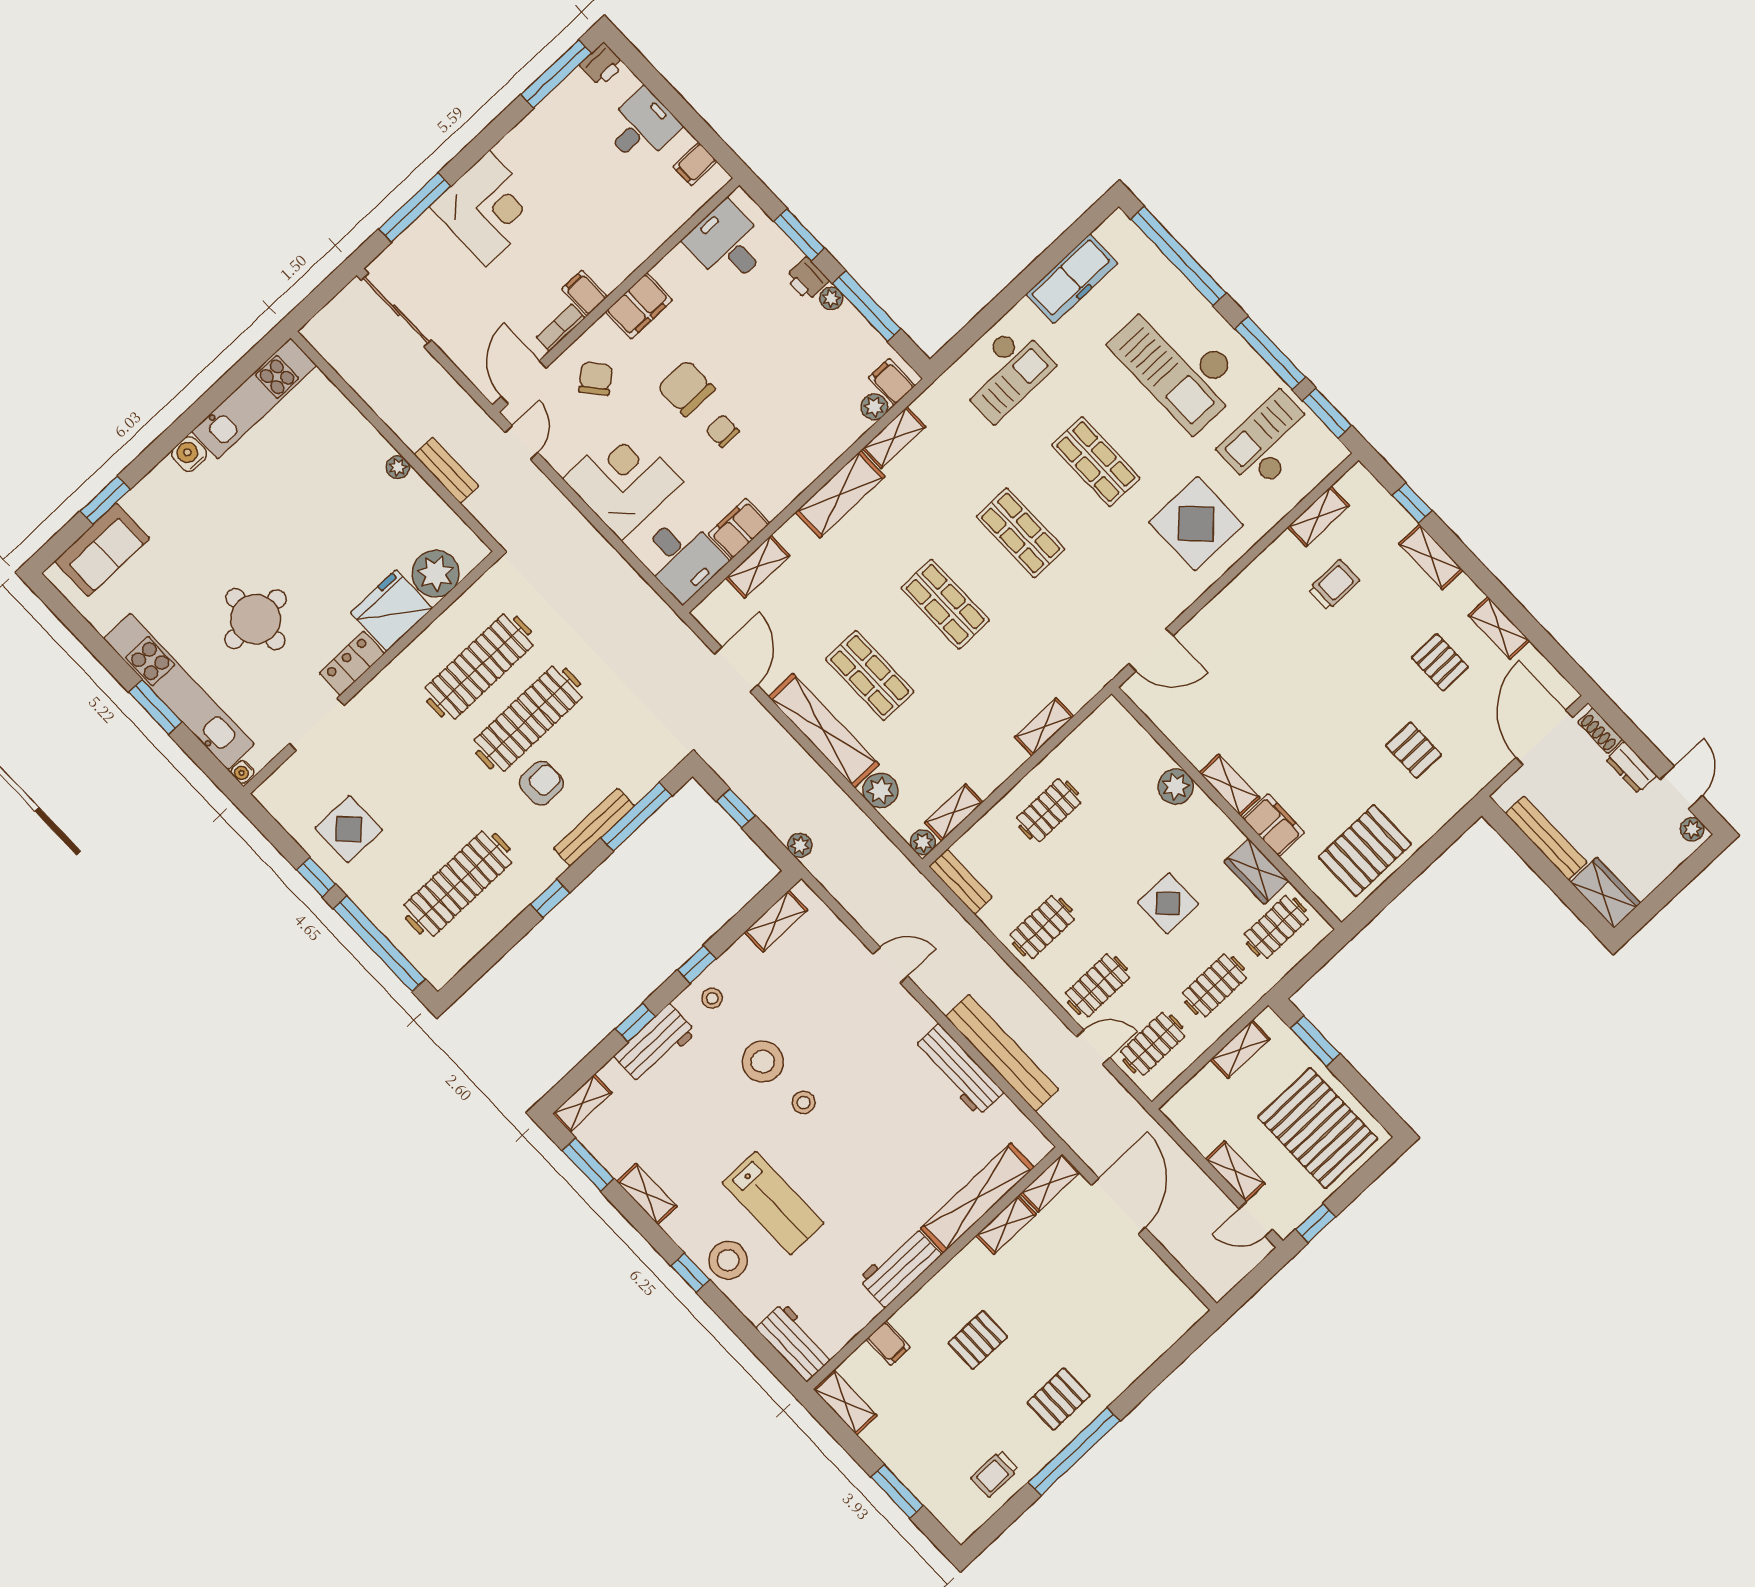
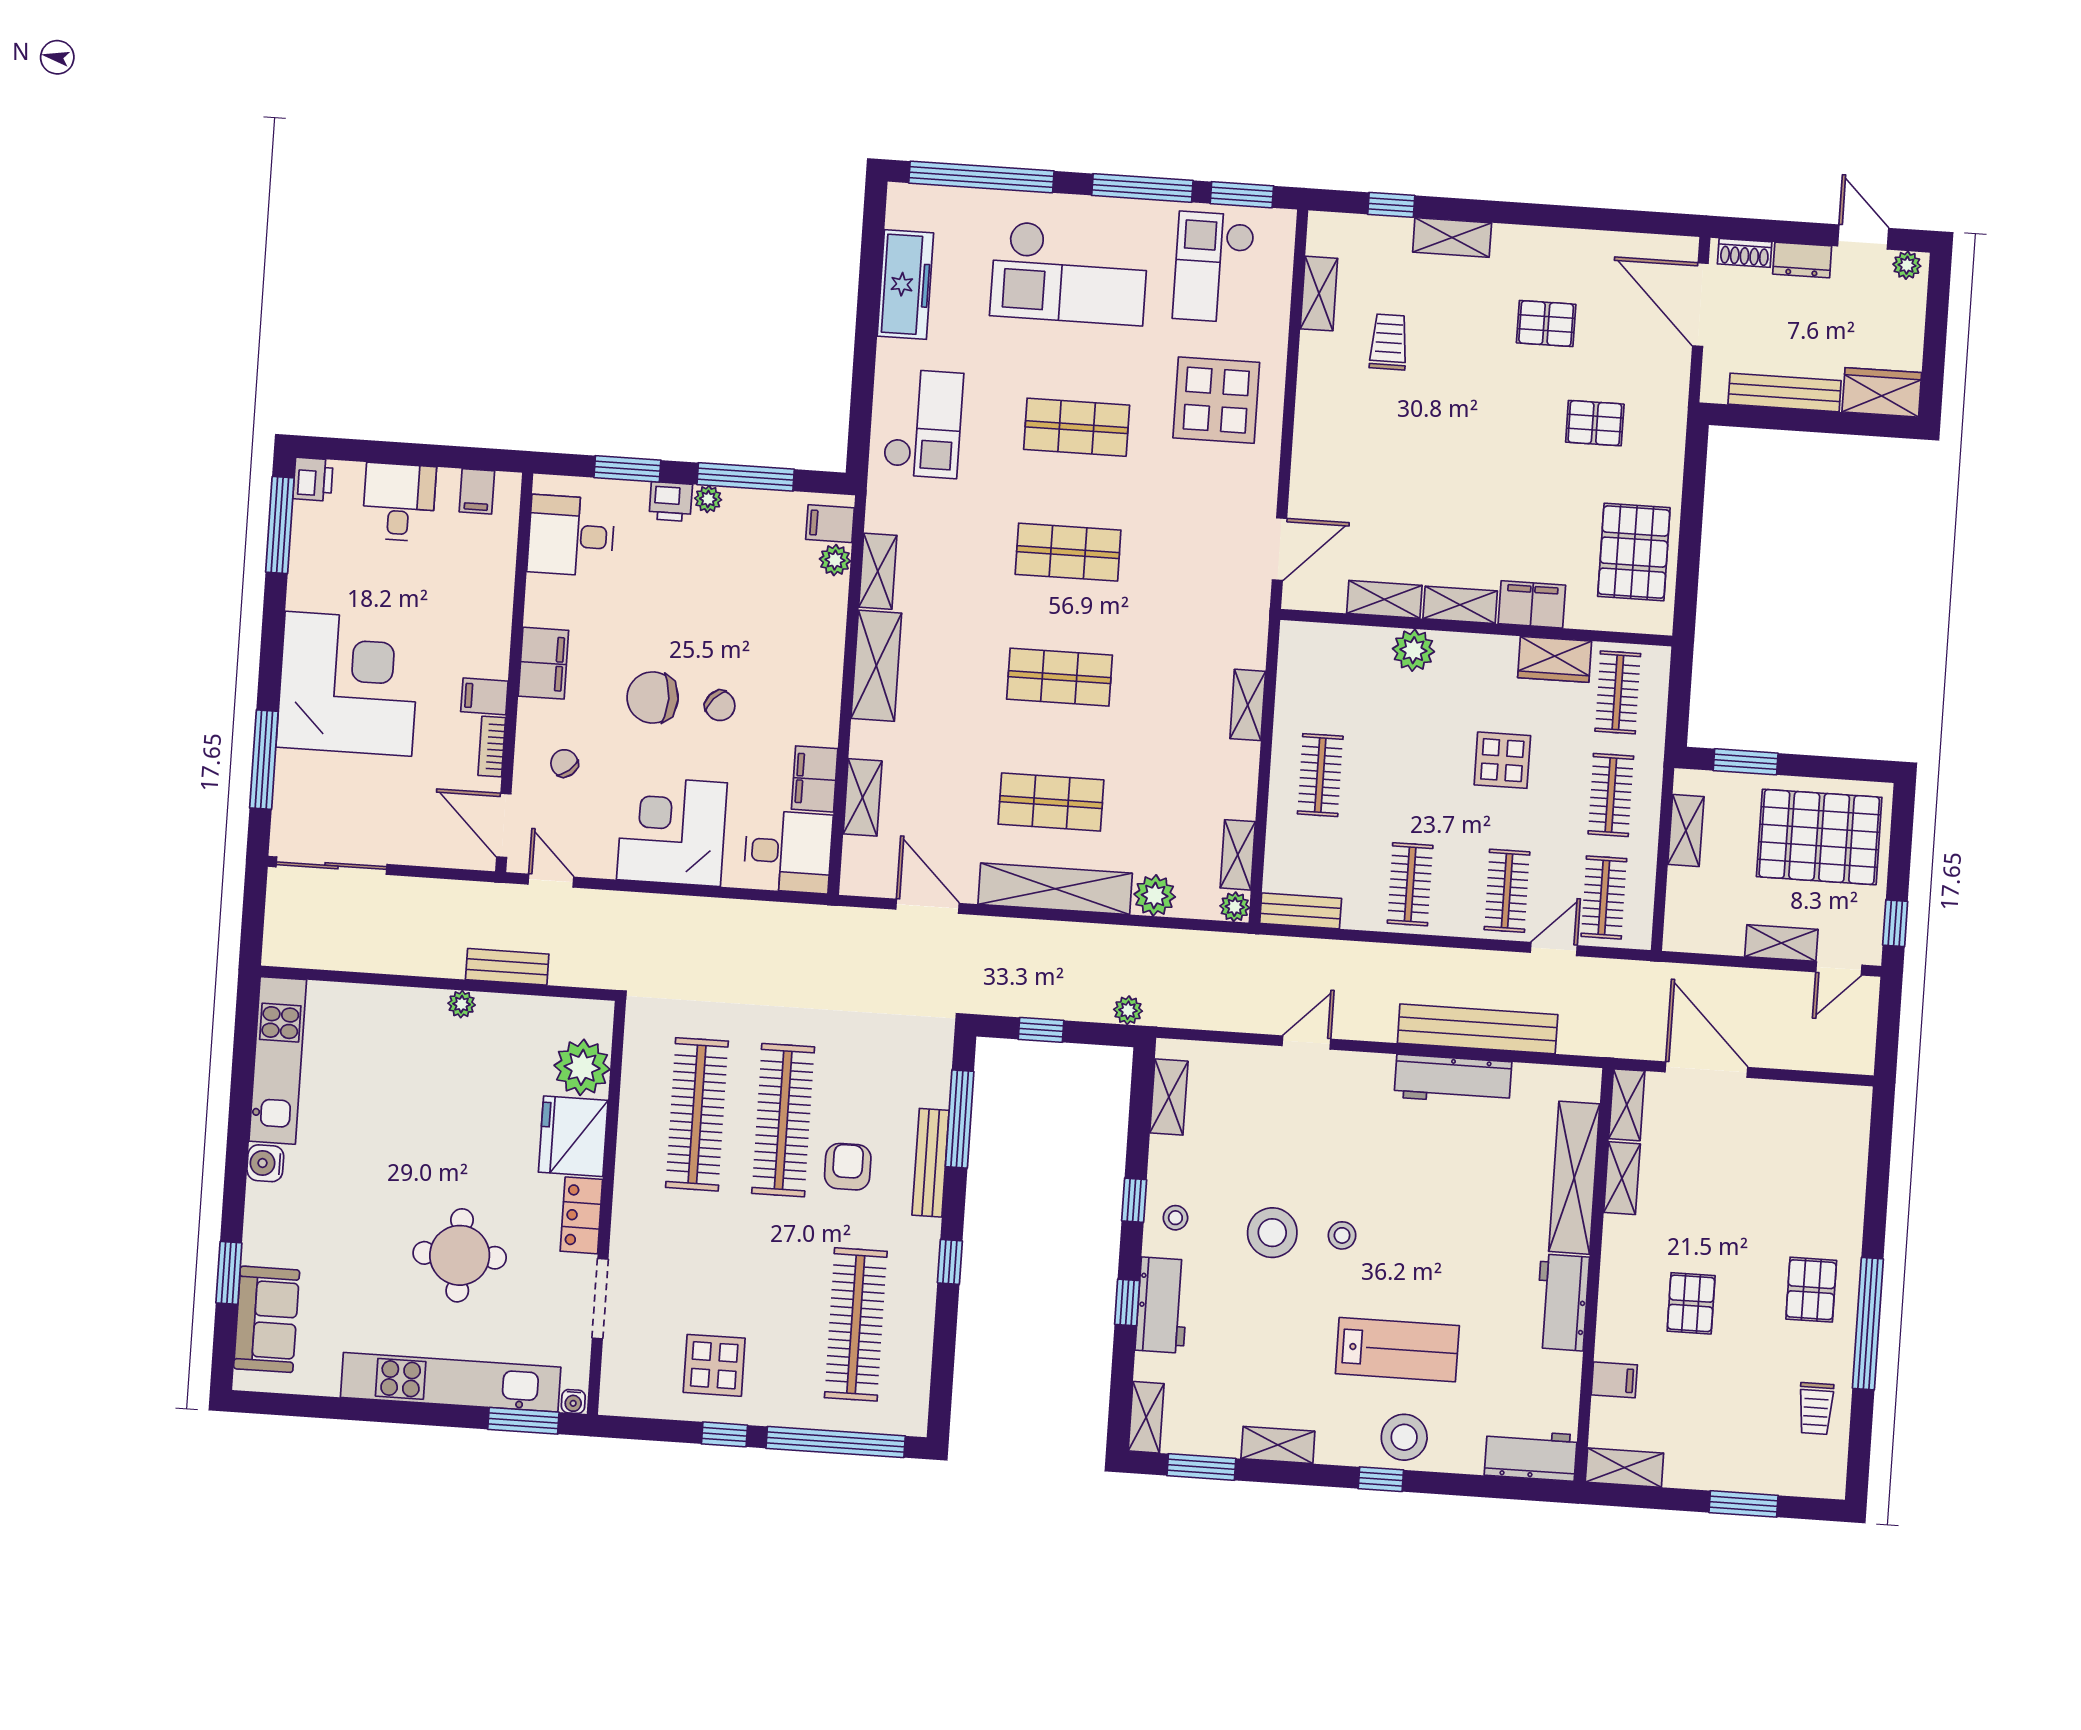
corner desk: (488, 208) -> (348, 684), width x1.36, depth x1.36
chair: (595, 379) -> (564, 763), width x0.73, depth x0.73
chair: (723, 431) -> (720, 706), turned -138
shelving: (1499, 628) -> (1384, 599), moved
window: (155, 707) -> (523, 1421), moved

